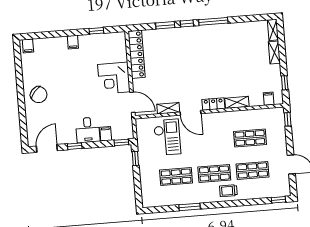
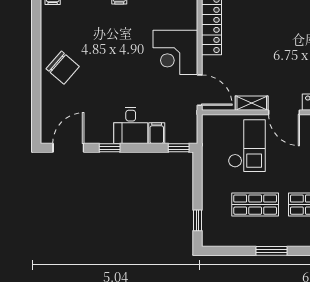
window: (135, 159) -> (197, 220), moved

